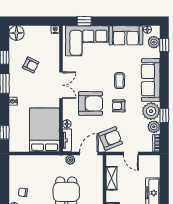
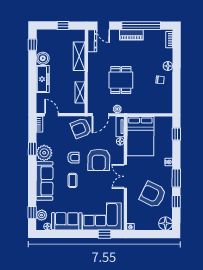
armchair: (31, 65) -> (153, 195), width x1.88, depth x1.88
armchair: (91, 103) -> (99, 160), turned -90
plant: (154, 127) -> (42, 139), removed
door: (131, 153) -> (52, 115), moved

